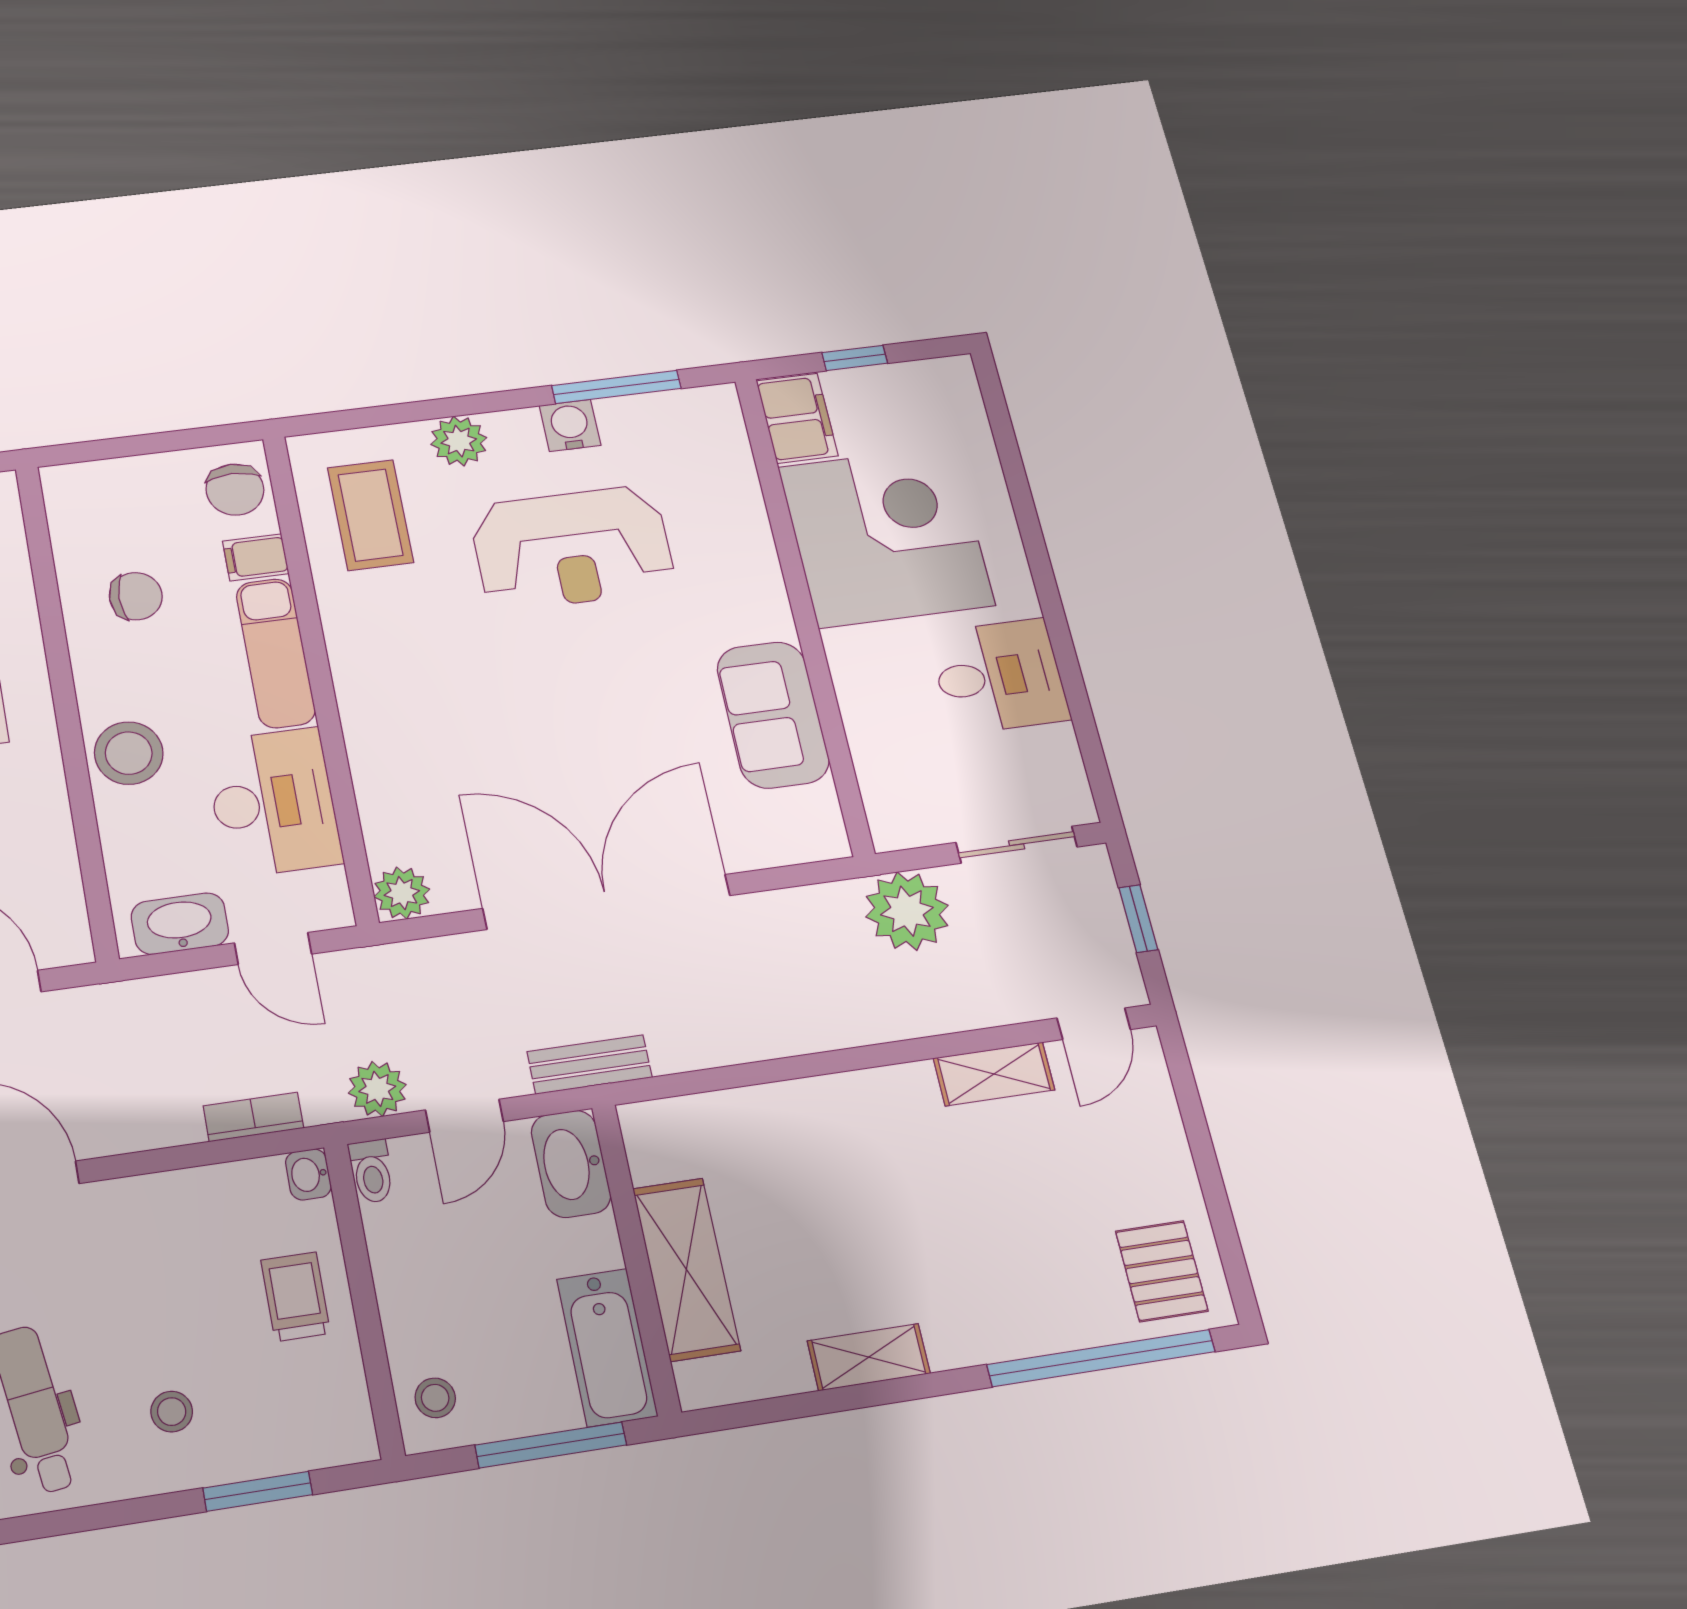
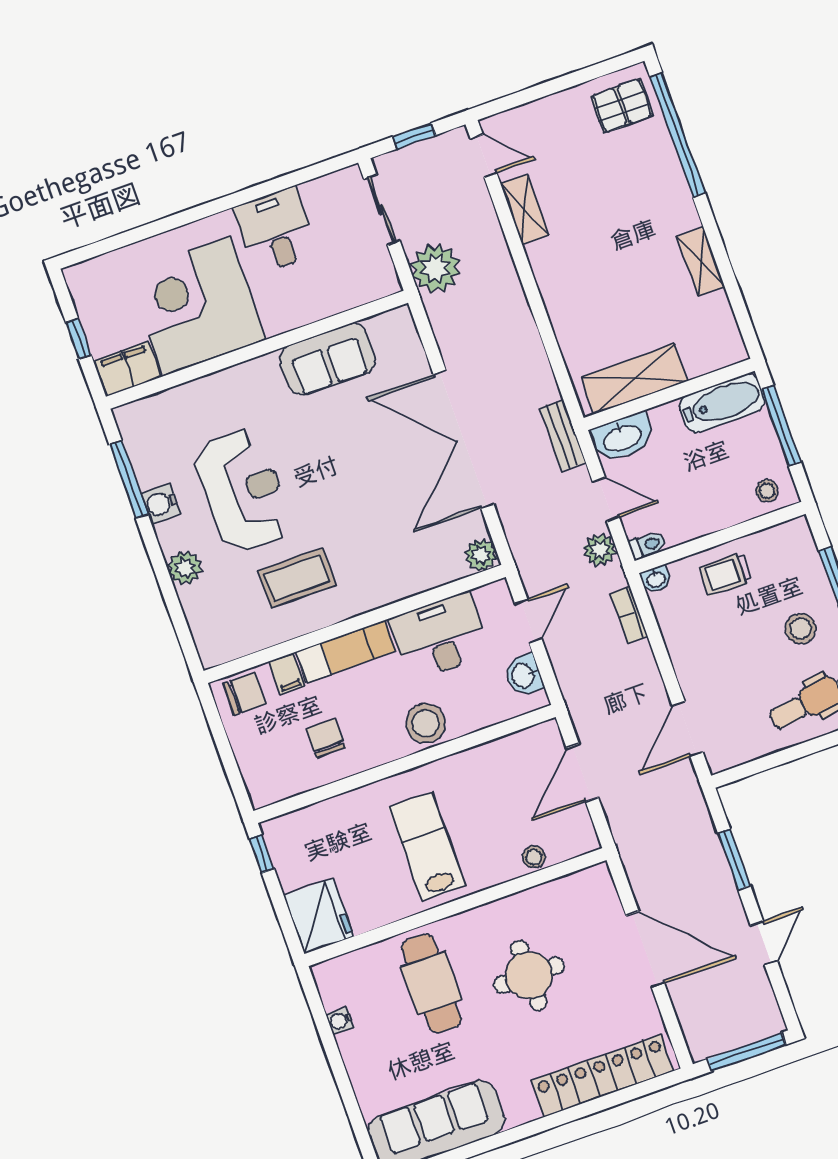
coffee table: (371, 515) -> (297, 578), moved
washbasin: (180, 924) -> (524, 675), width x0.72
shelving: (686, 1269) -> (634, 379), moved
stool: (172, 1412) -> (801, 629), width x1.37, depth x1.37

